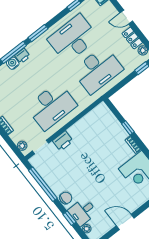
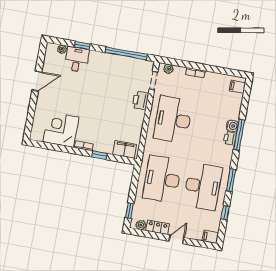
window: (38, 33) -> (231, 180), moved
filing cabinet: (106, 116) -> (125, 149), added
chair: (66, 198) -> (99, 59), removed

